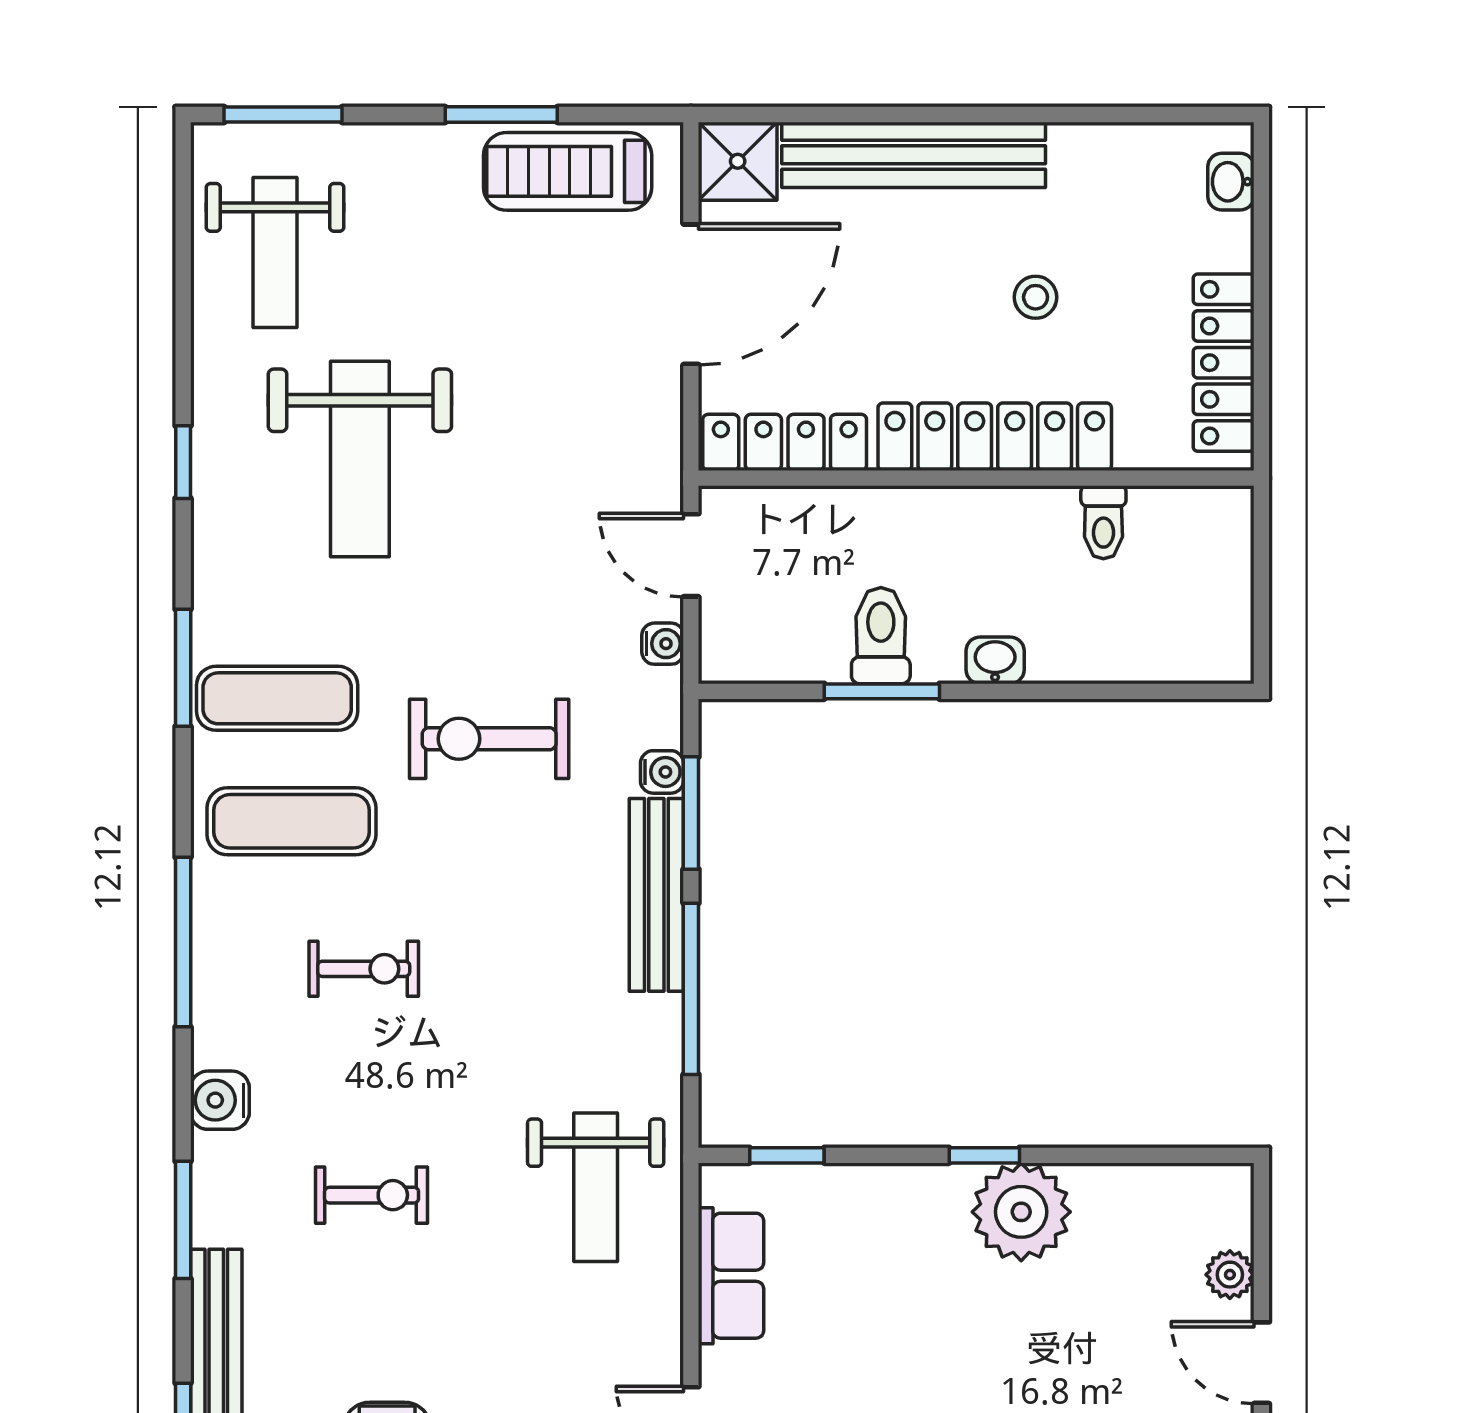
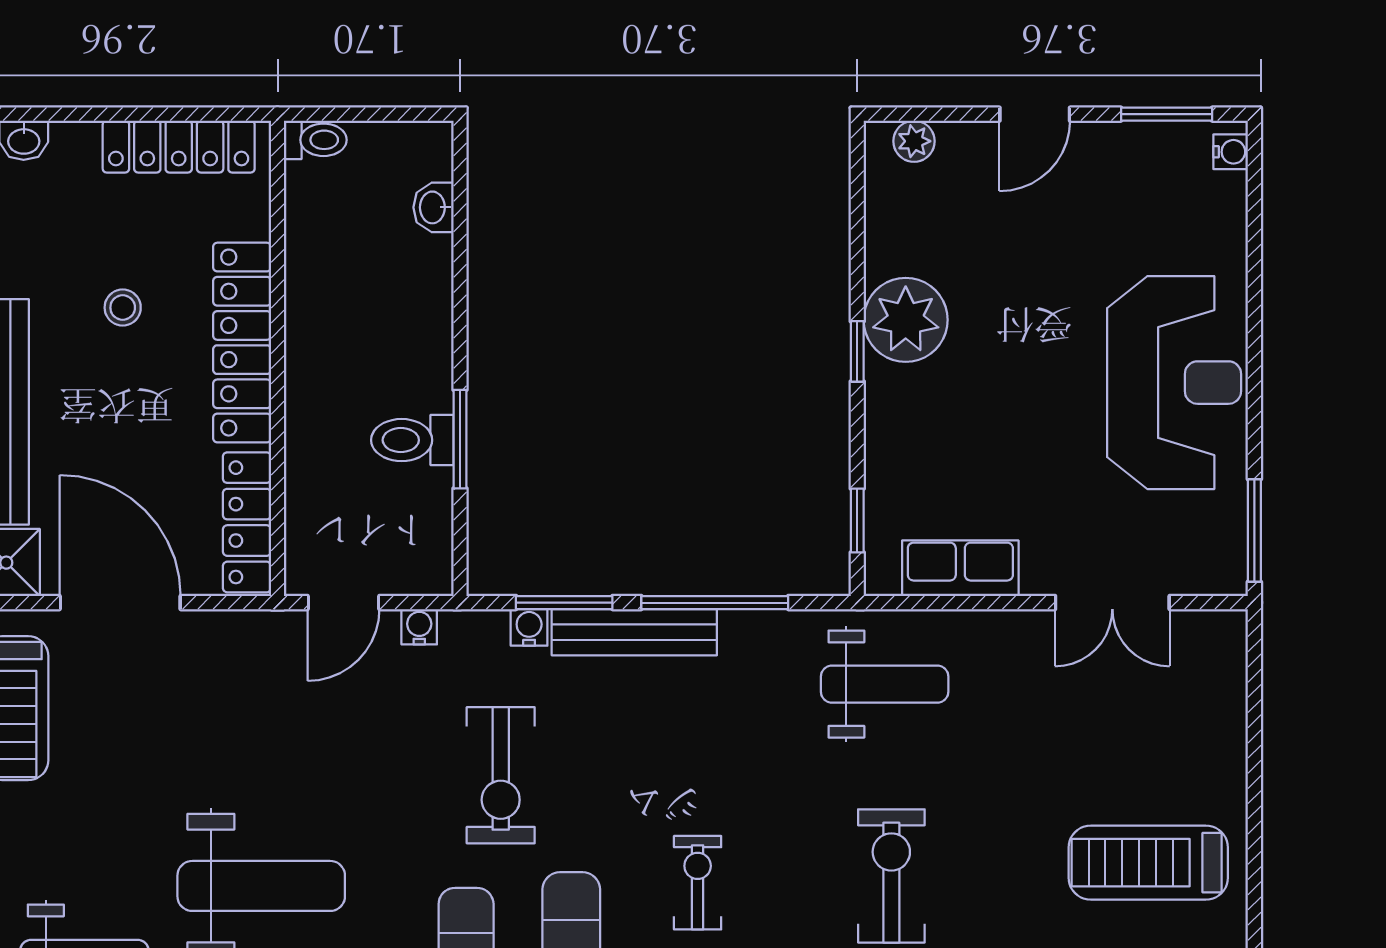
toilet: (1103, 522) -> (315, 140), moved
washbasin: (995, 660) -> (434, 207), moved
exercise bike: (372, 1195) -> (891, 876), width x1.38, depth x1.39
plant: (1230, 1275) -> (914, 141), moved

